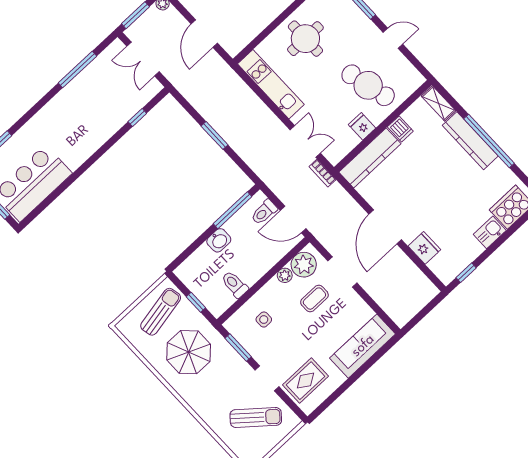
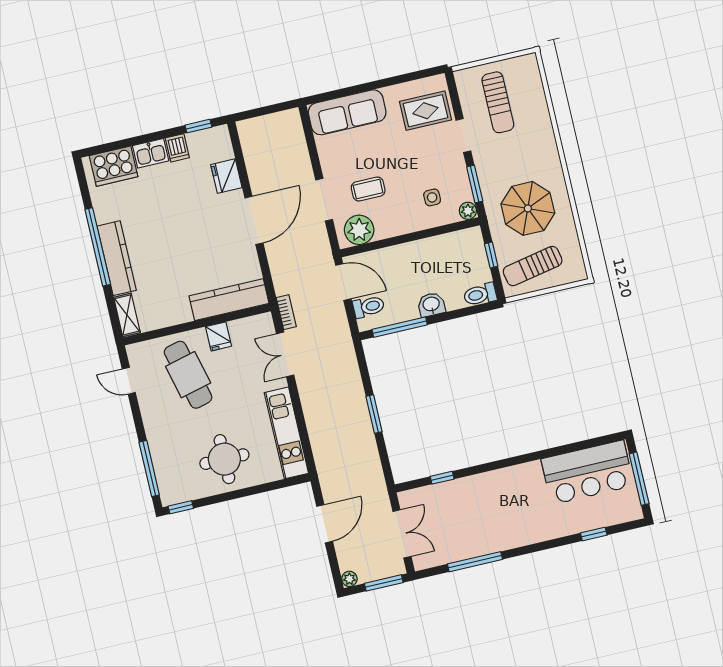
door: (393, 38) -> (129, 381), moved
dishwasher: (400, 129) -> (177, 148), moved, turned 180
plant: (285, 275) -> (468, 211), moved
toilet: (235, 284) -> (480, 294), moved, turned 90
sun lounger: (256, 417) -> (498, 102), turned -130

